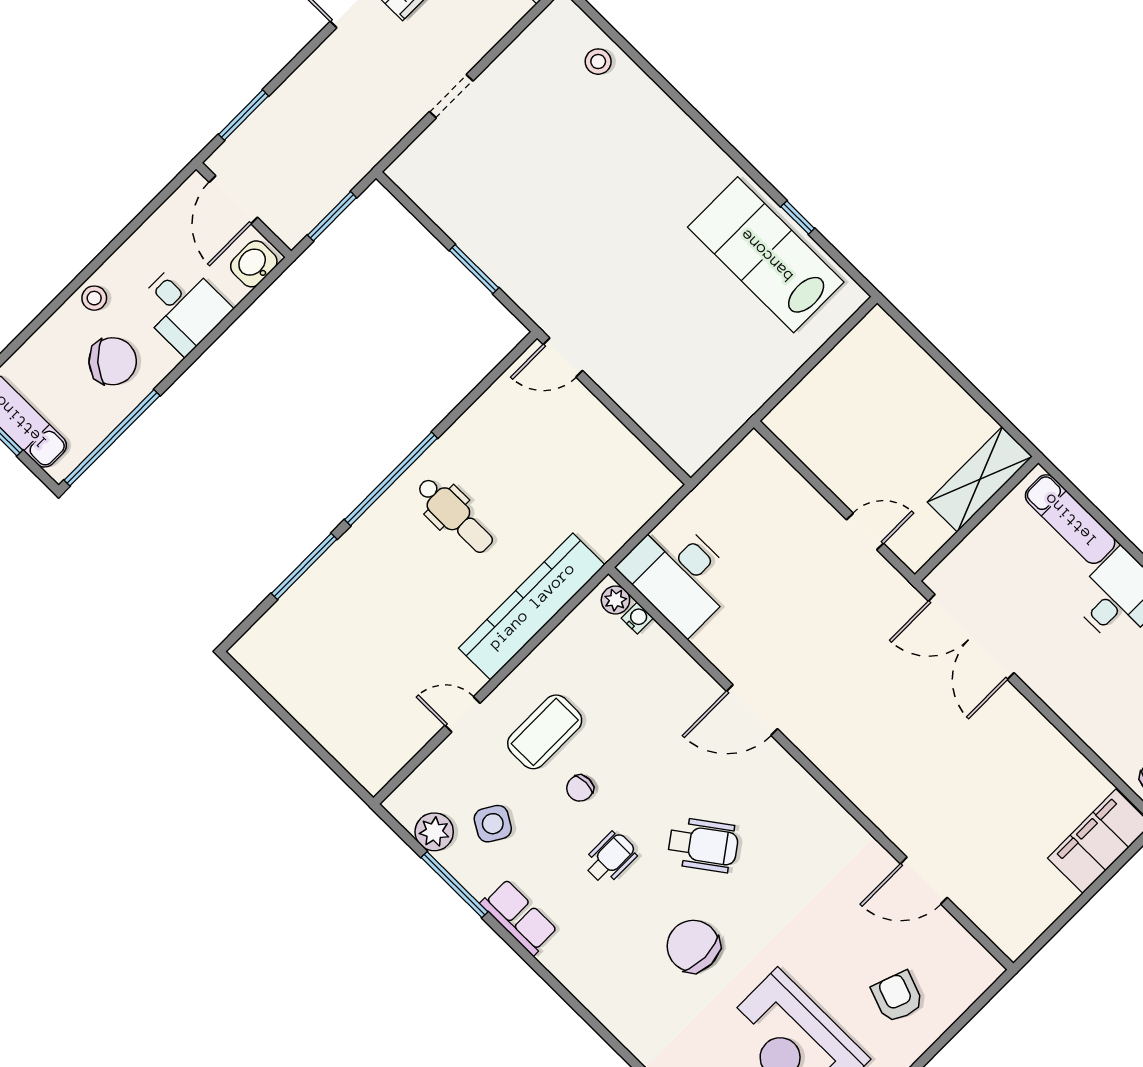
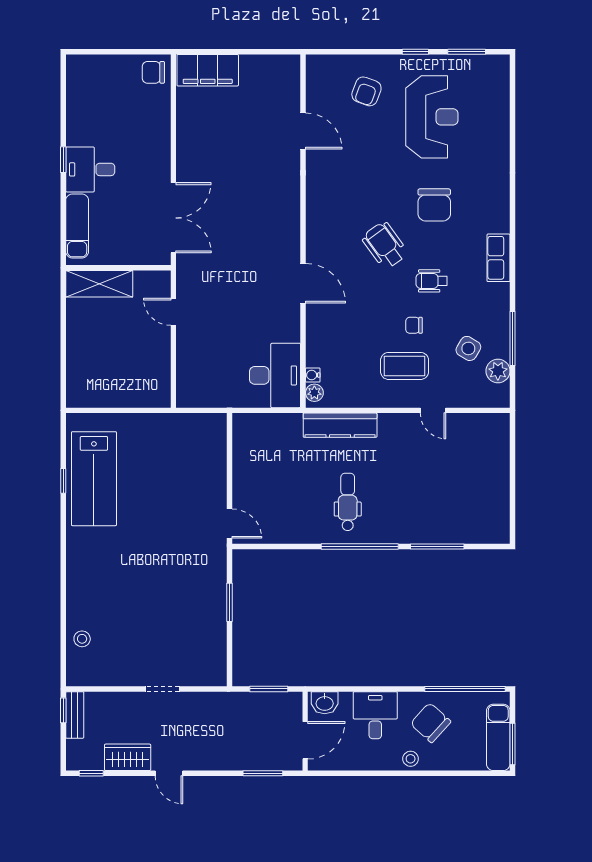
kitchen counter: (532, 606) -> (340, 425), width x0.72, depth x0.86
chair: (580, 788) -> (414, 325), turned 180
row of seats: (519, 917) -> (499, 258), moved

